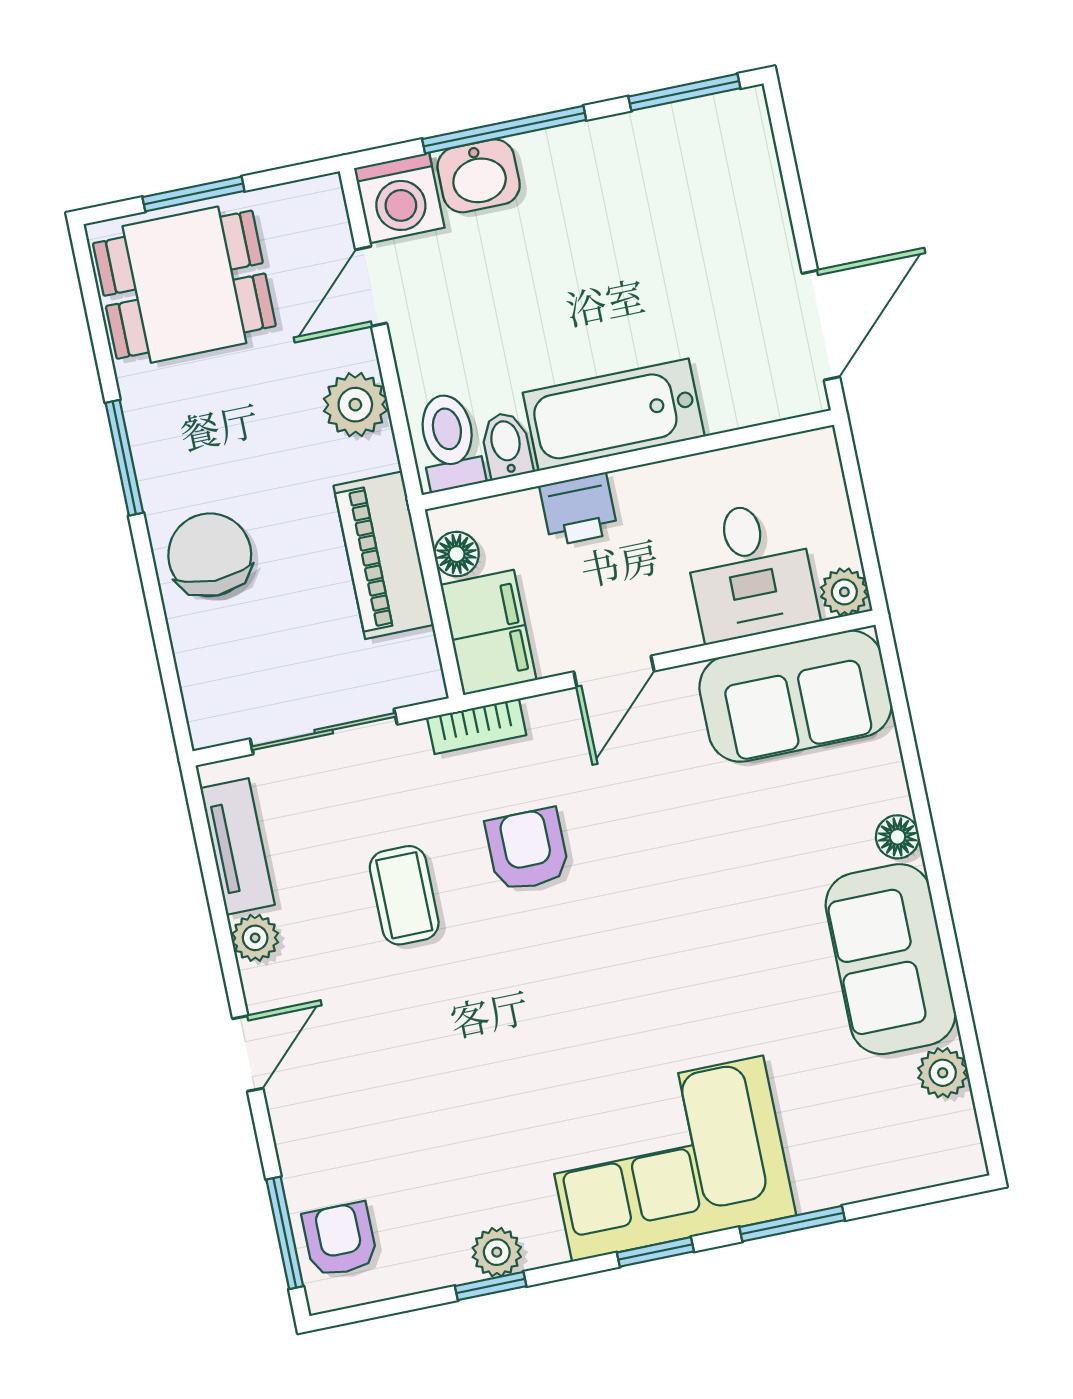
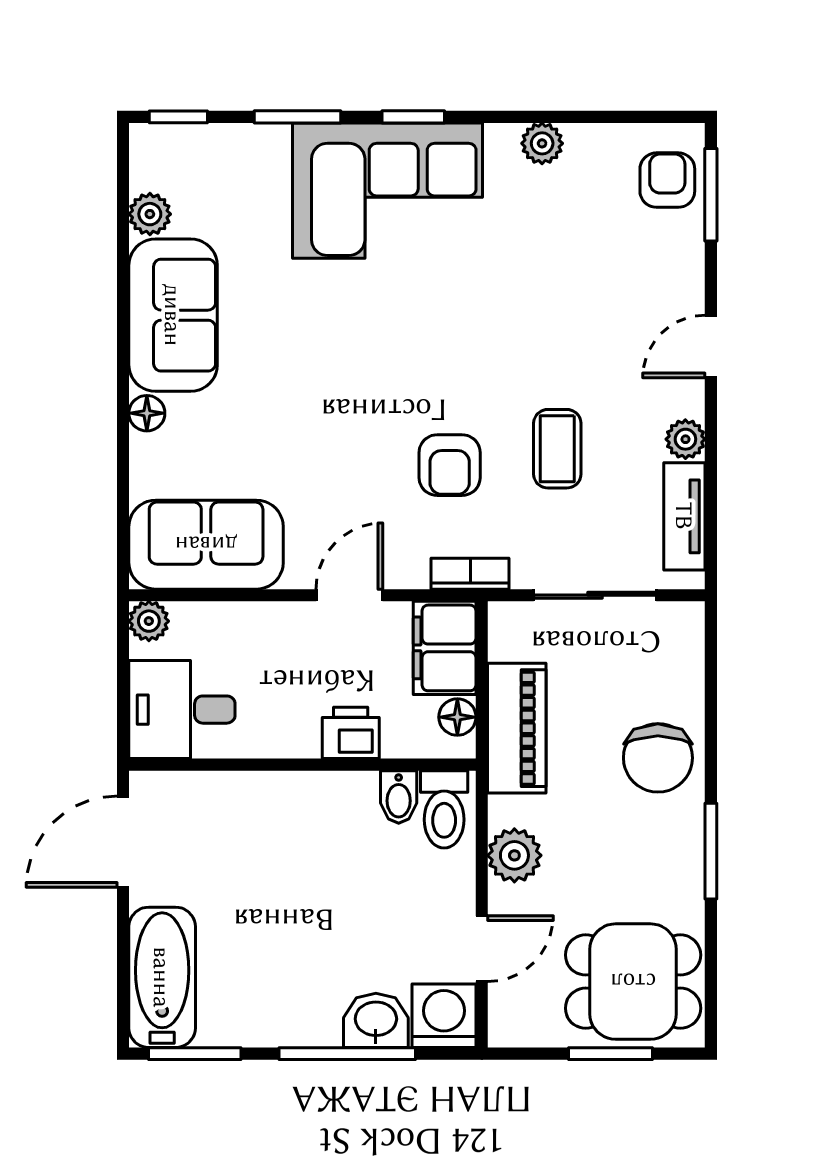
bathtub: (614, 415) -> (162, 977), moved, turned -90
desk: (750, 571) -> (182, 710), moved, turned -90
armchair: (340, 1239) -> (667, 180), turned 180
window: (491, 1286) -> (178, 117), moved

